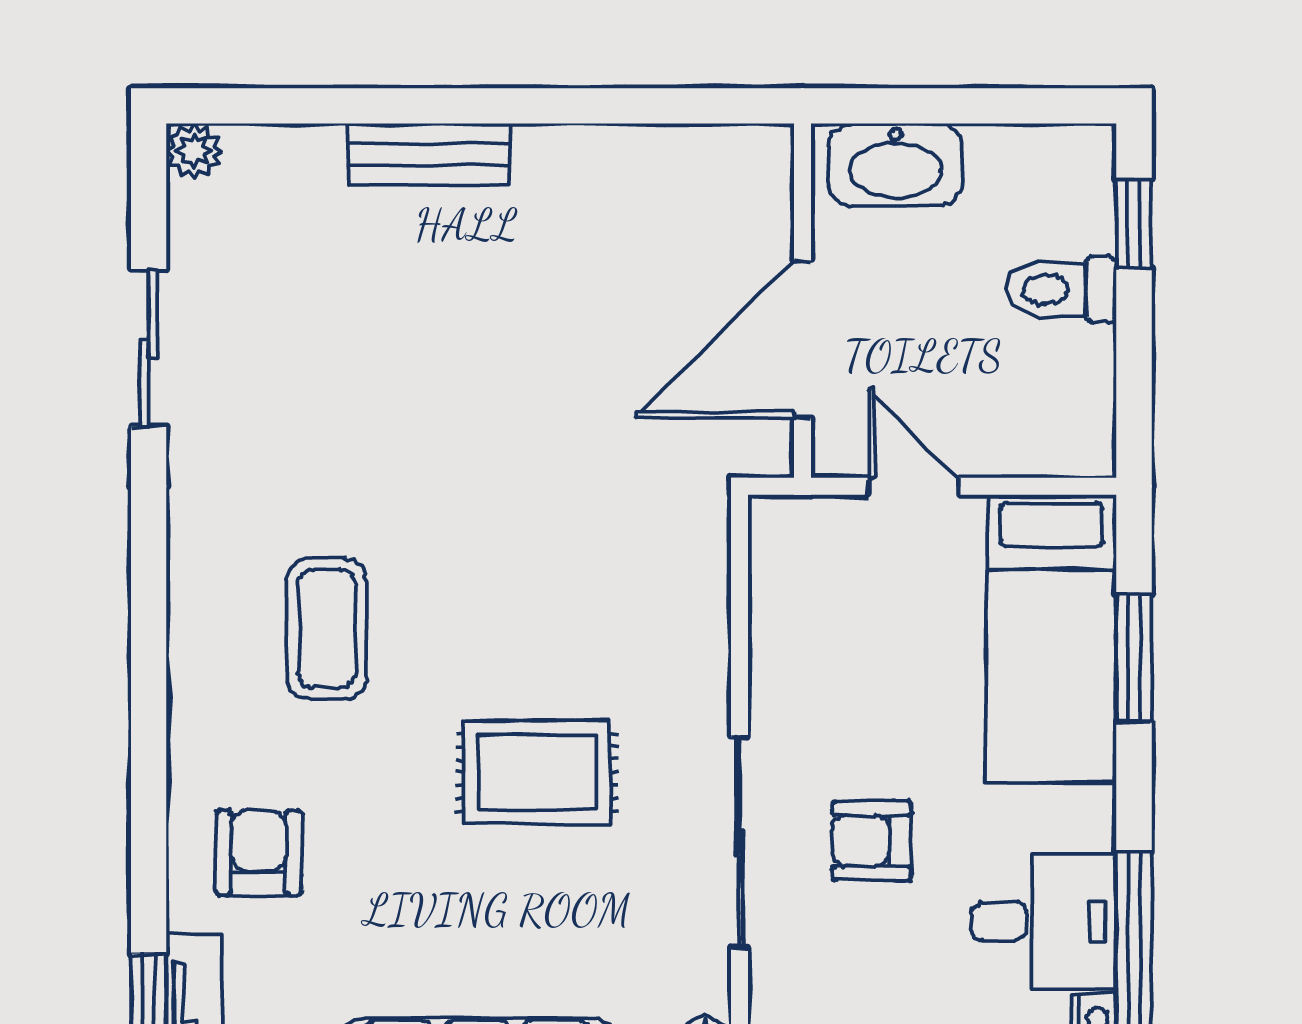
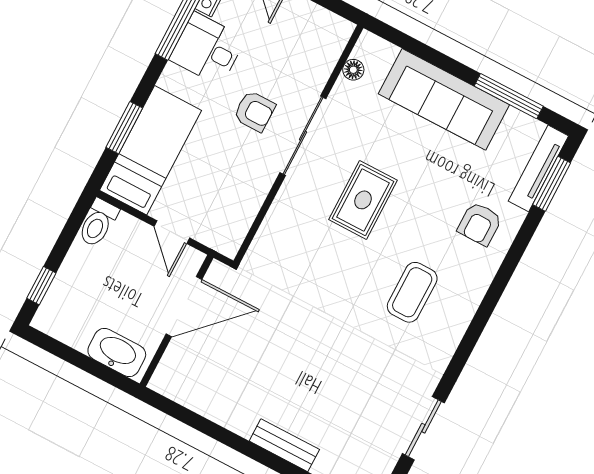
toilet: (1061, 289) -> (98, 223), moved, turned 90
rug: (537, 772) -> (363, 200), turned 90

